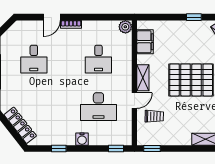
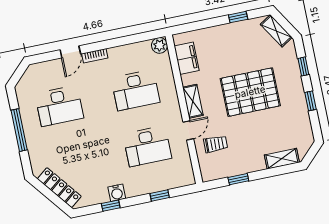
desk: (34, 59) -> (59, 106), width x1.37
desk: (98, 59) -> (136, 90), width x1.37
water cooler: (82, 139) -> (117, 193), moved
window: (116, 149) -> (160, 195), moved
window: (152, 149) -> (238, 179), moved

